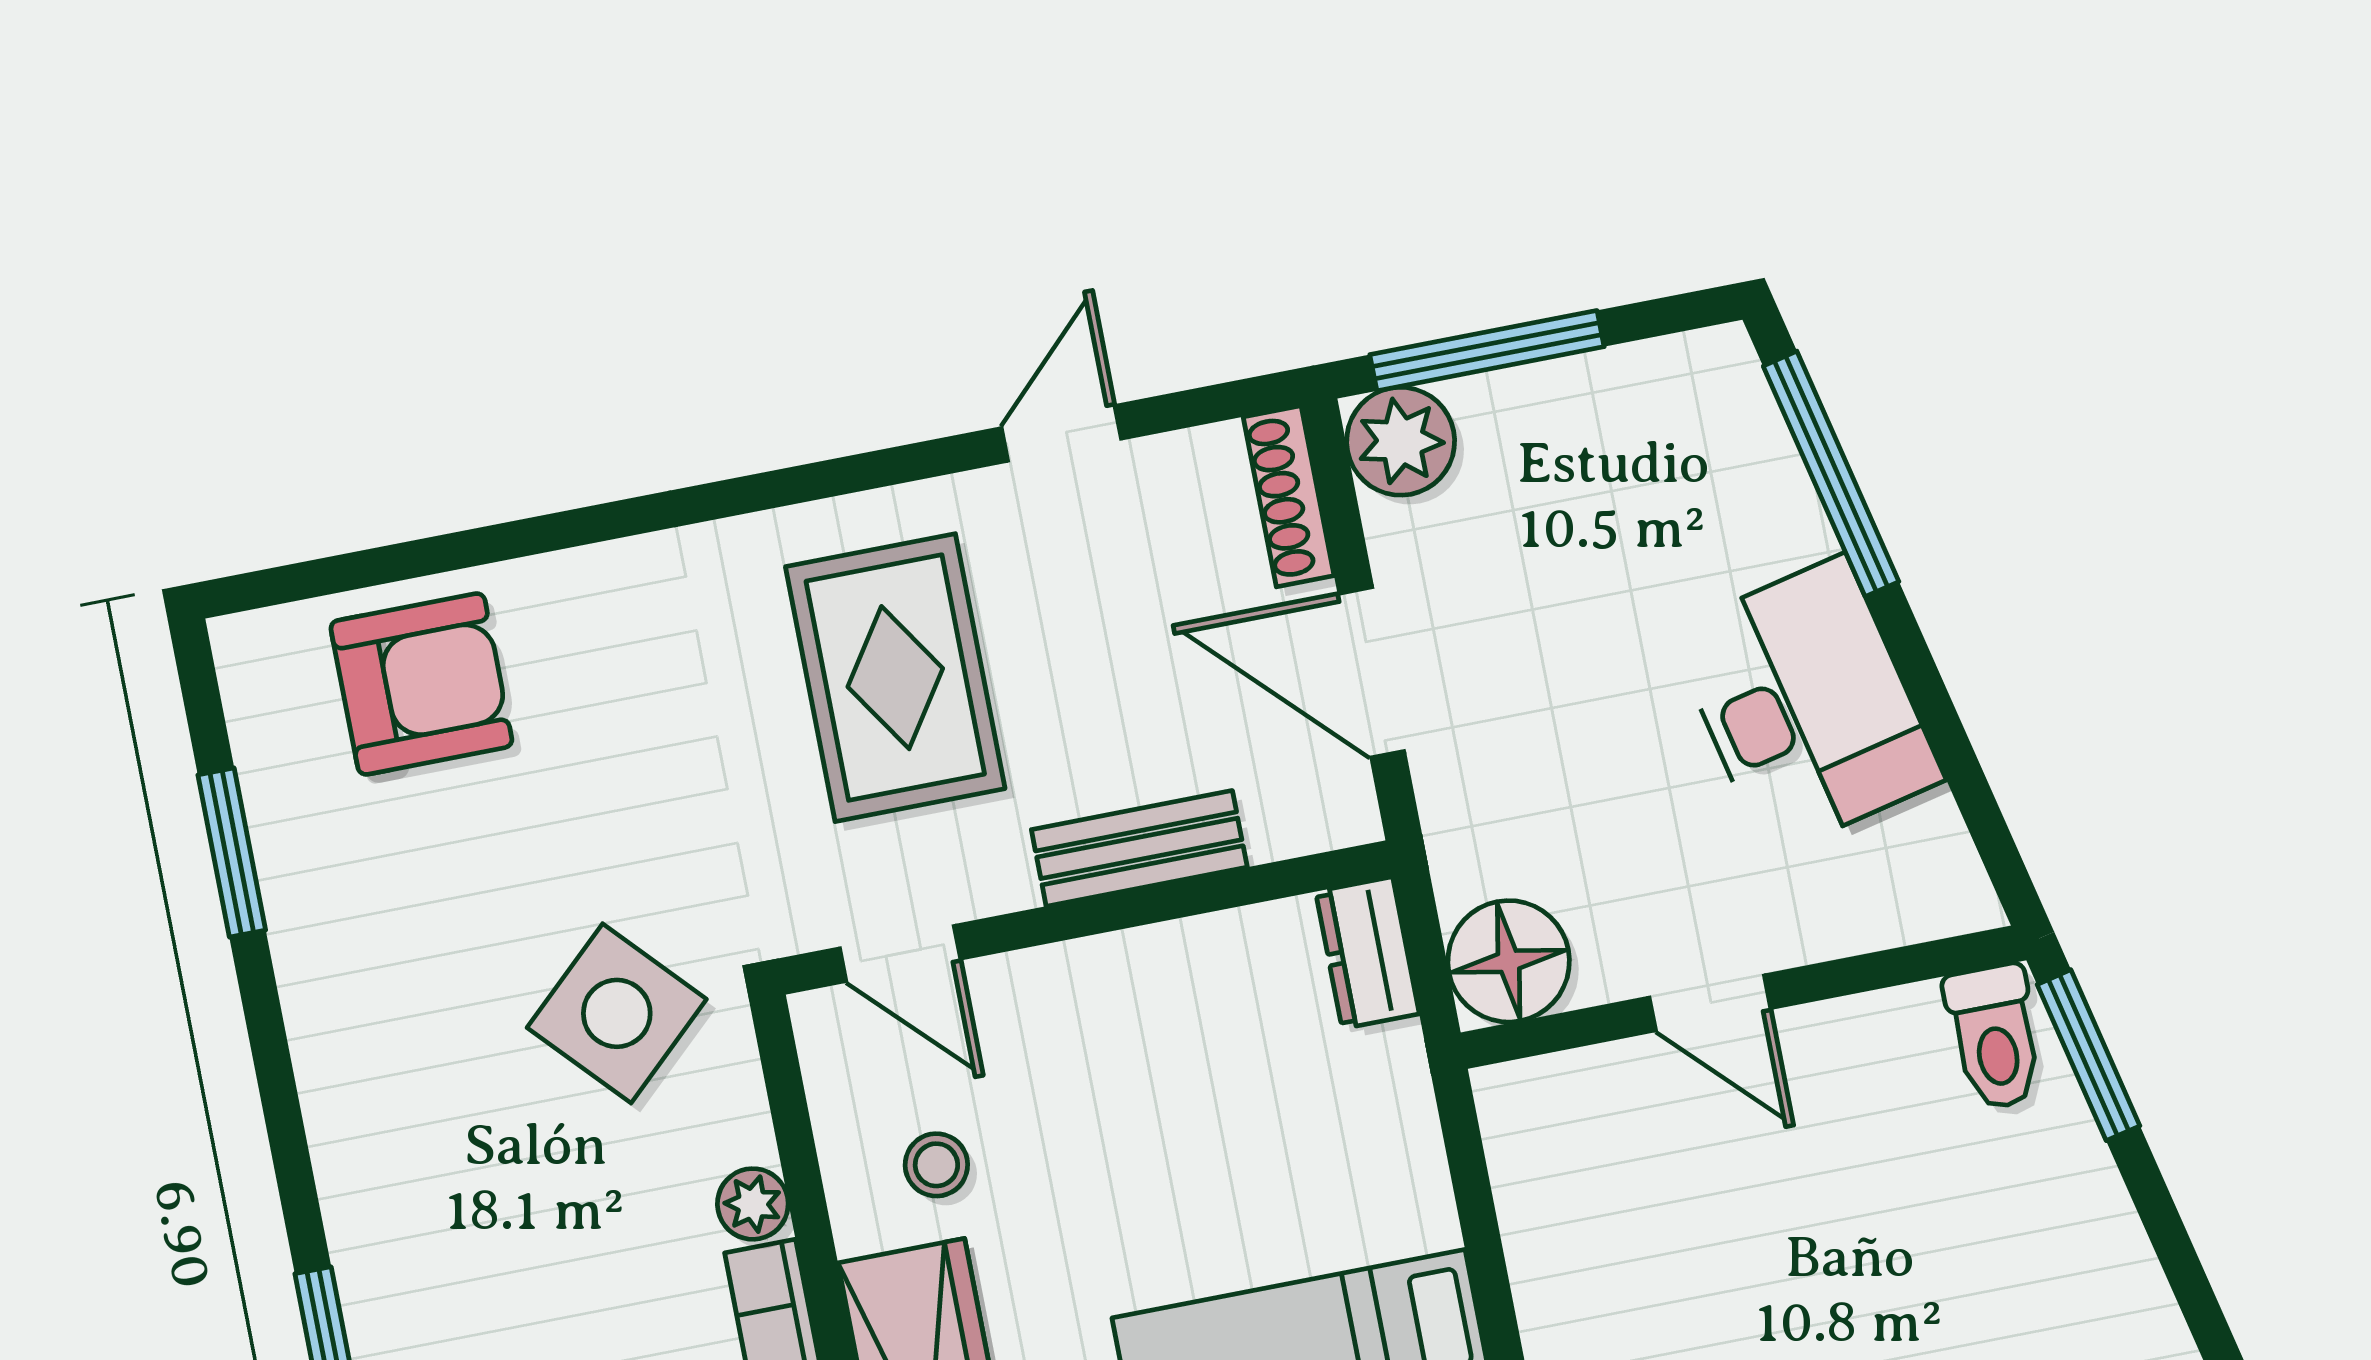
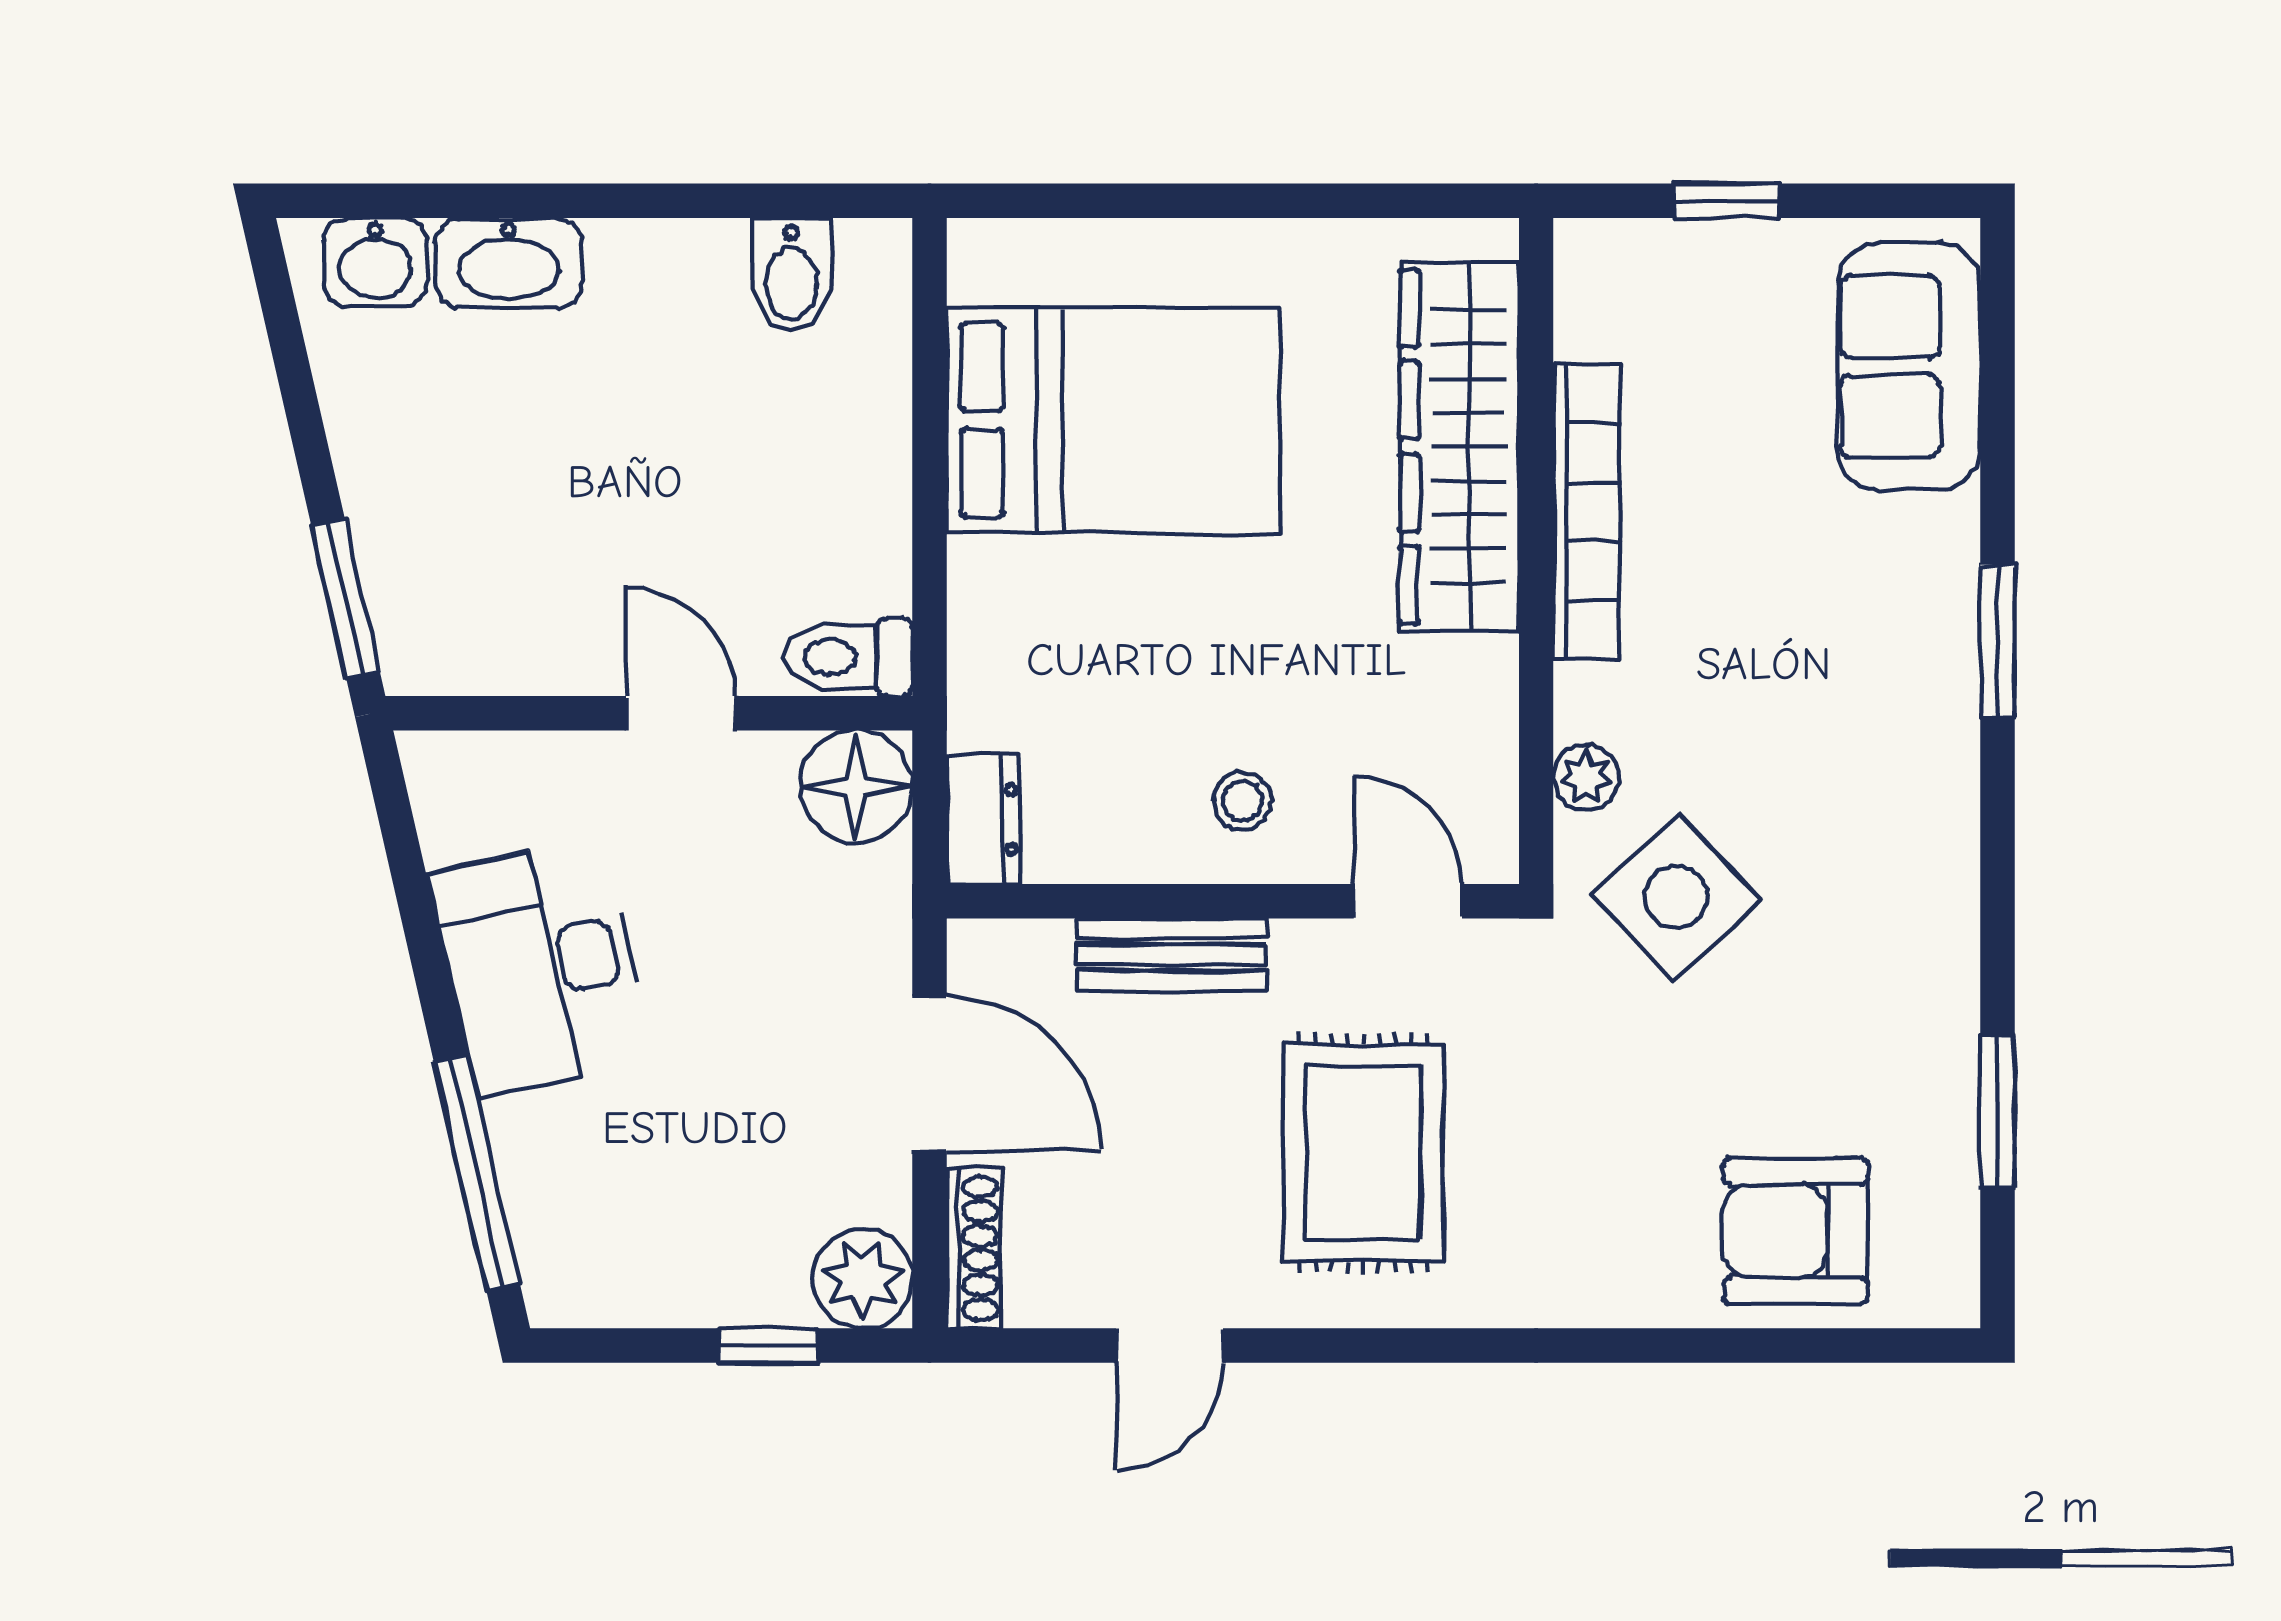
window: (1487, 351) -> (768, 1346), width x0.46
toilet: (1994, 1037) -> (848, 657), moved, turned -90
stool: (936, 1165) -> (1242, 801), moved
plant: (753, 1204) -> (1586, 777), moved

